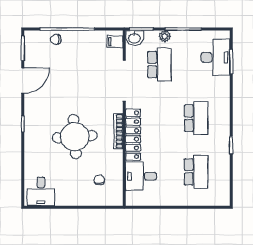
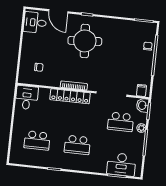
door: (23, 81) -> (58, 11), moved
round table: (75, 137) -> (85, 41), moved
desk: (141, 176) -> (27, 98), moved

